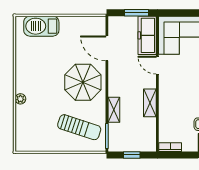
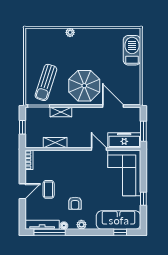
door: (107, 48) -> (113, 106), hinge flipped
door: (157, 65) -> (99, 149), hinge flipped
shelving: (150, 103) -> (55, 143), moved

